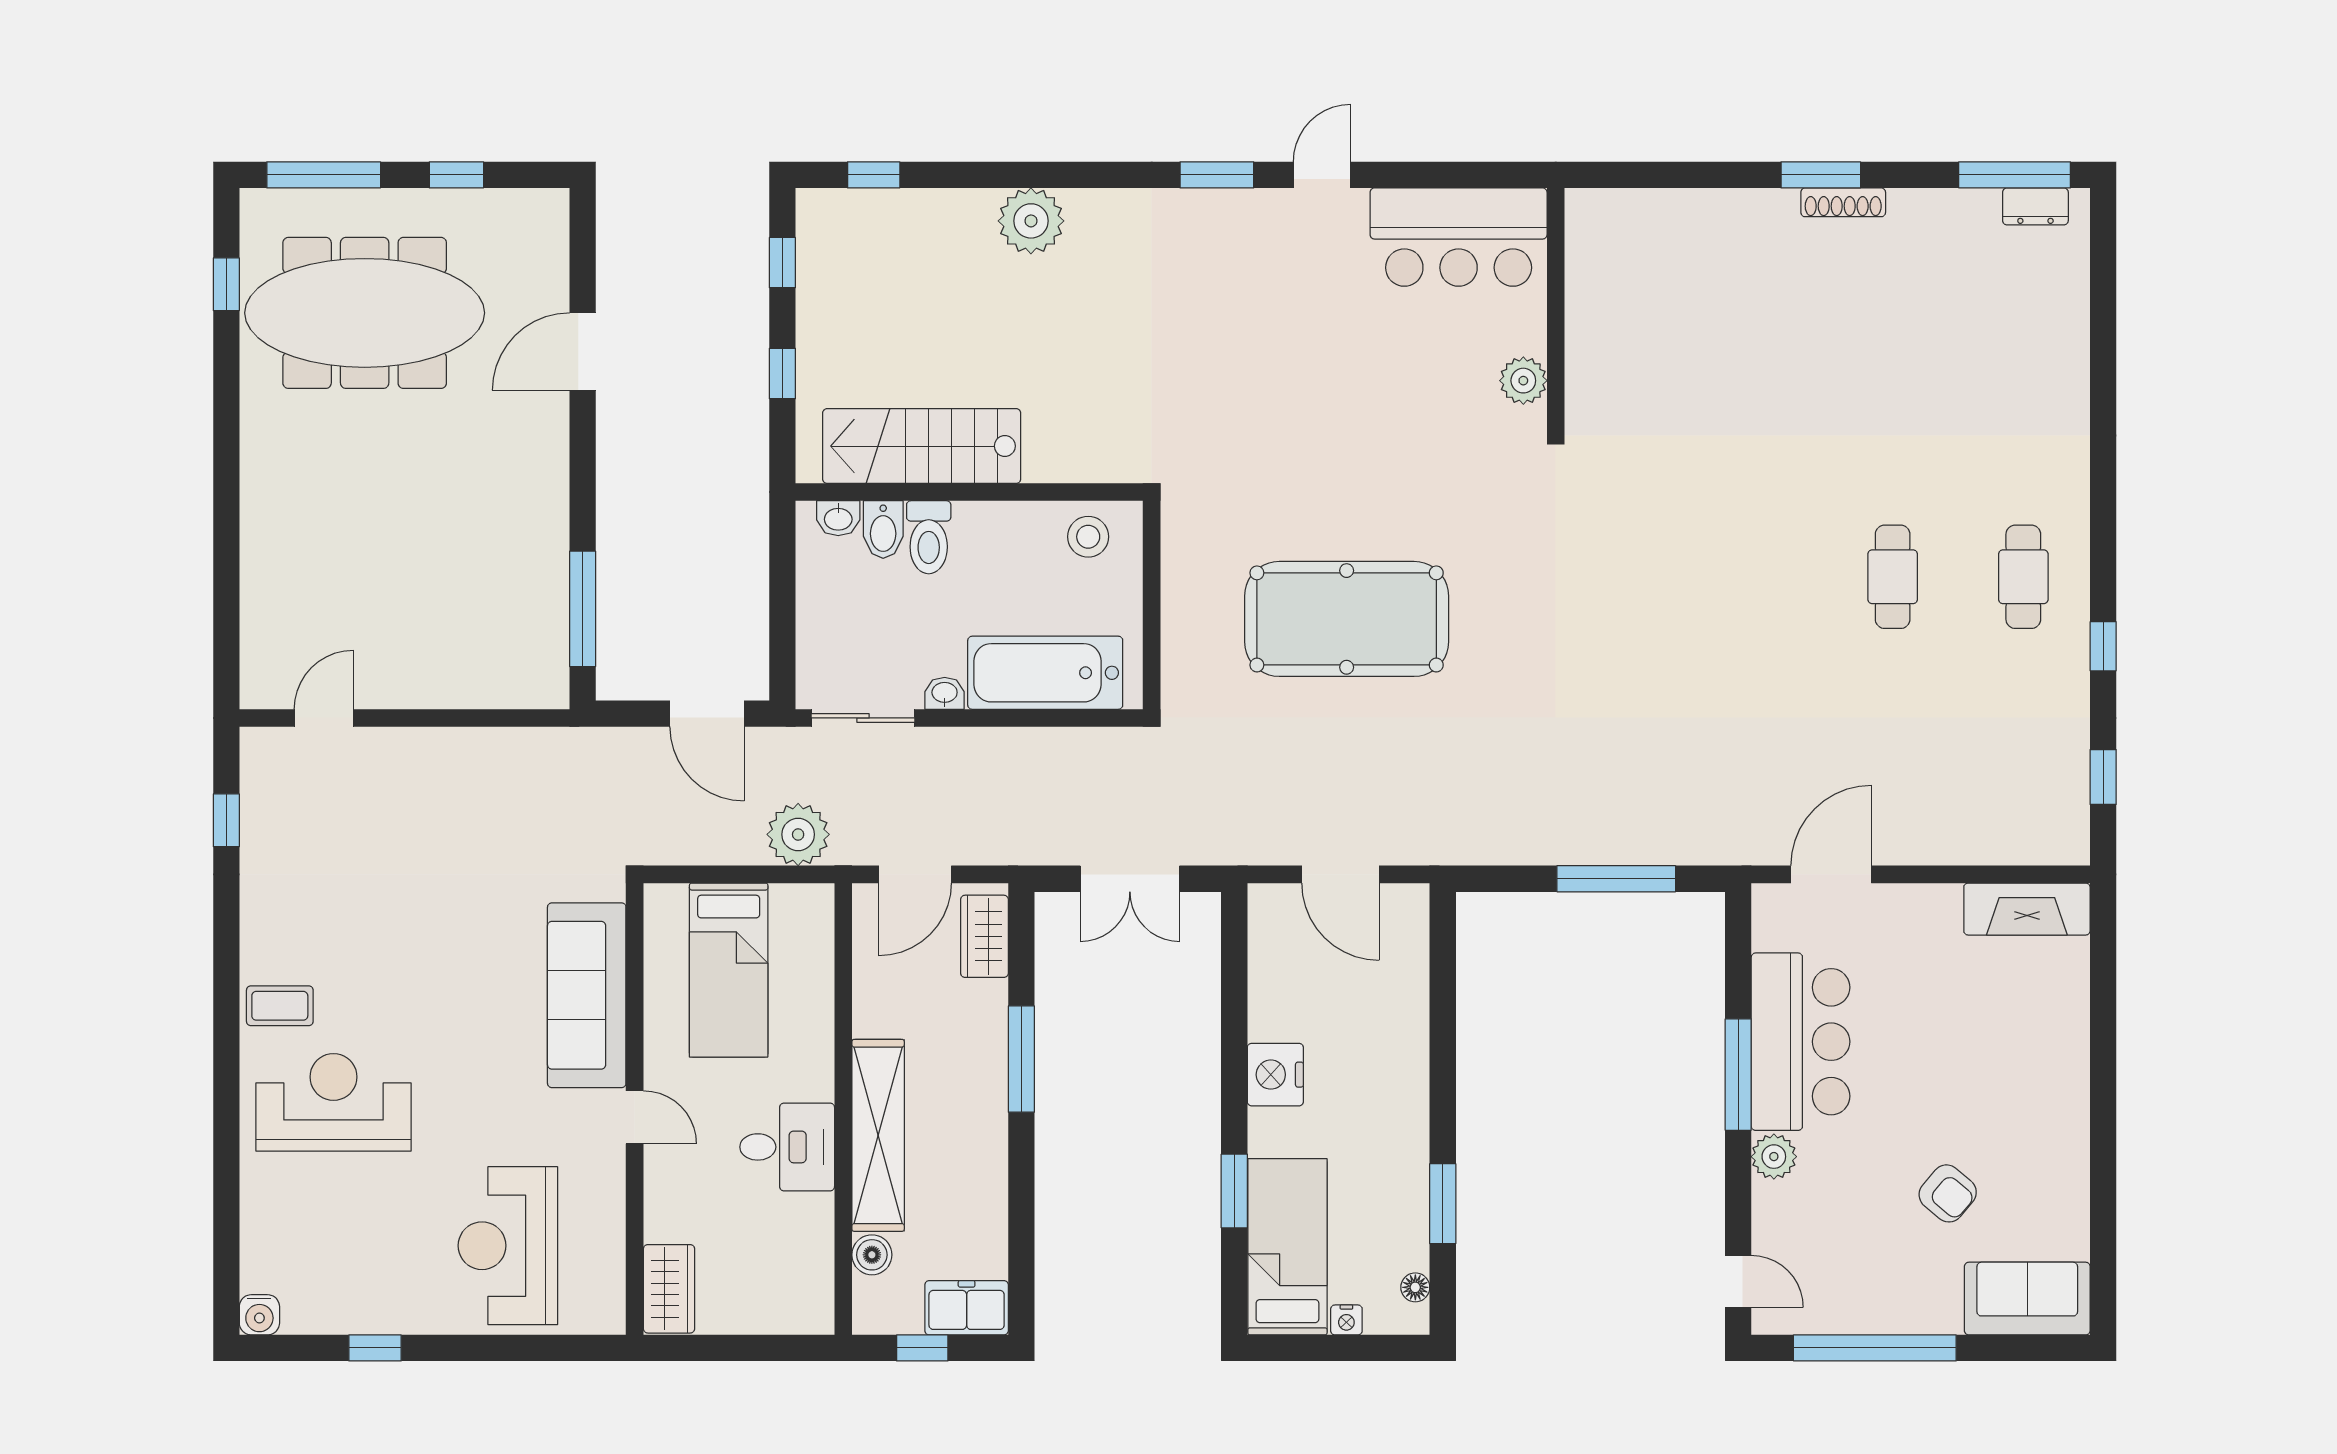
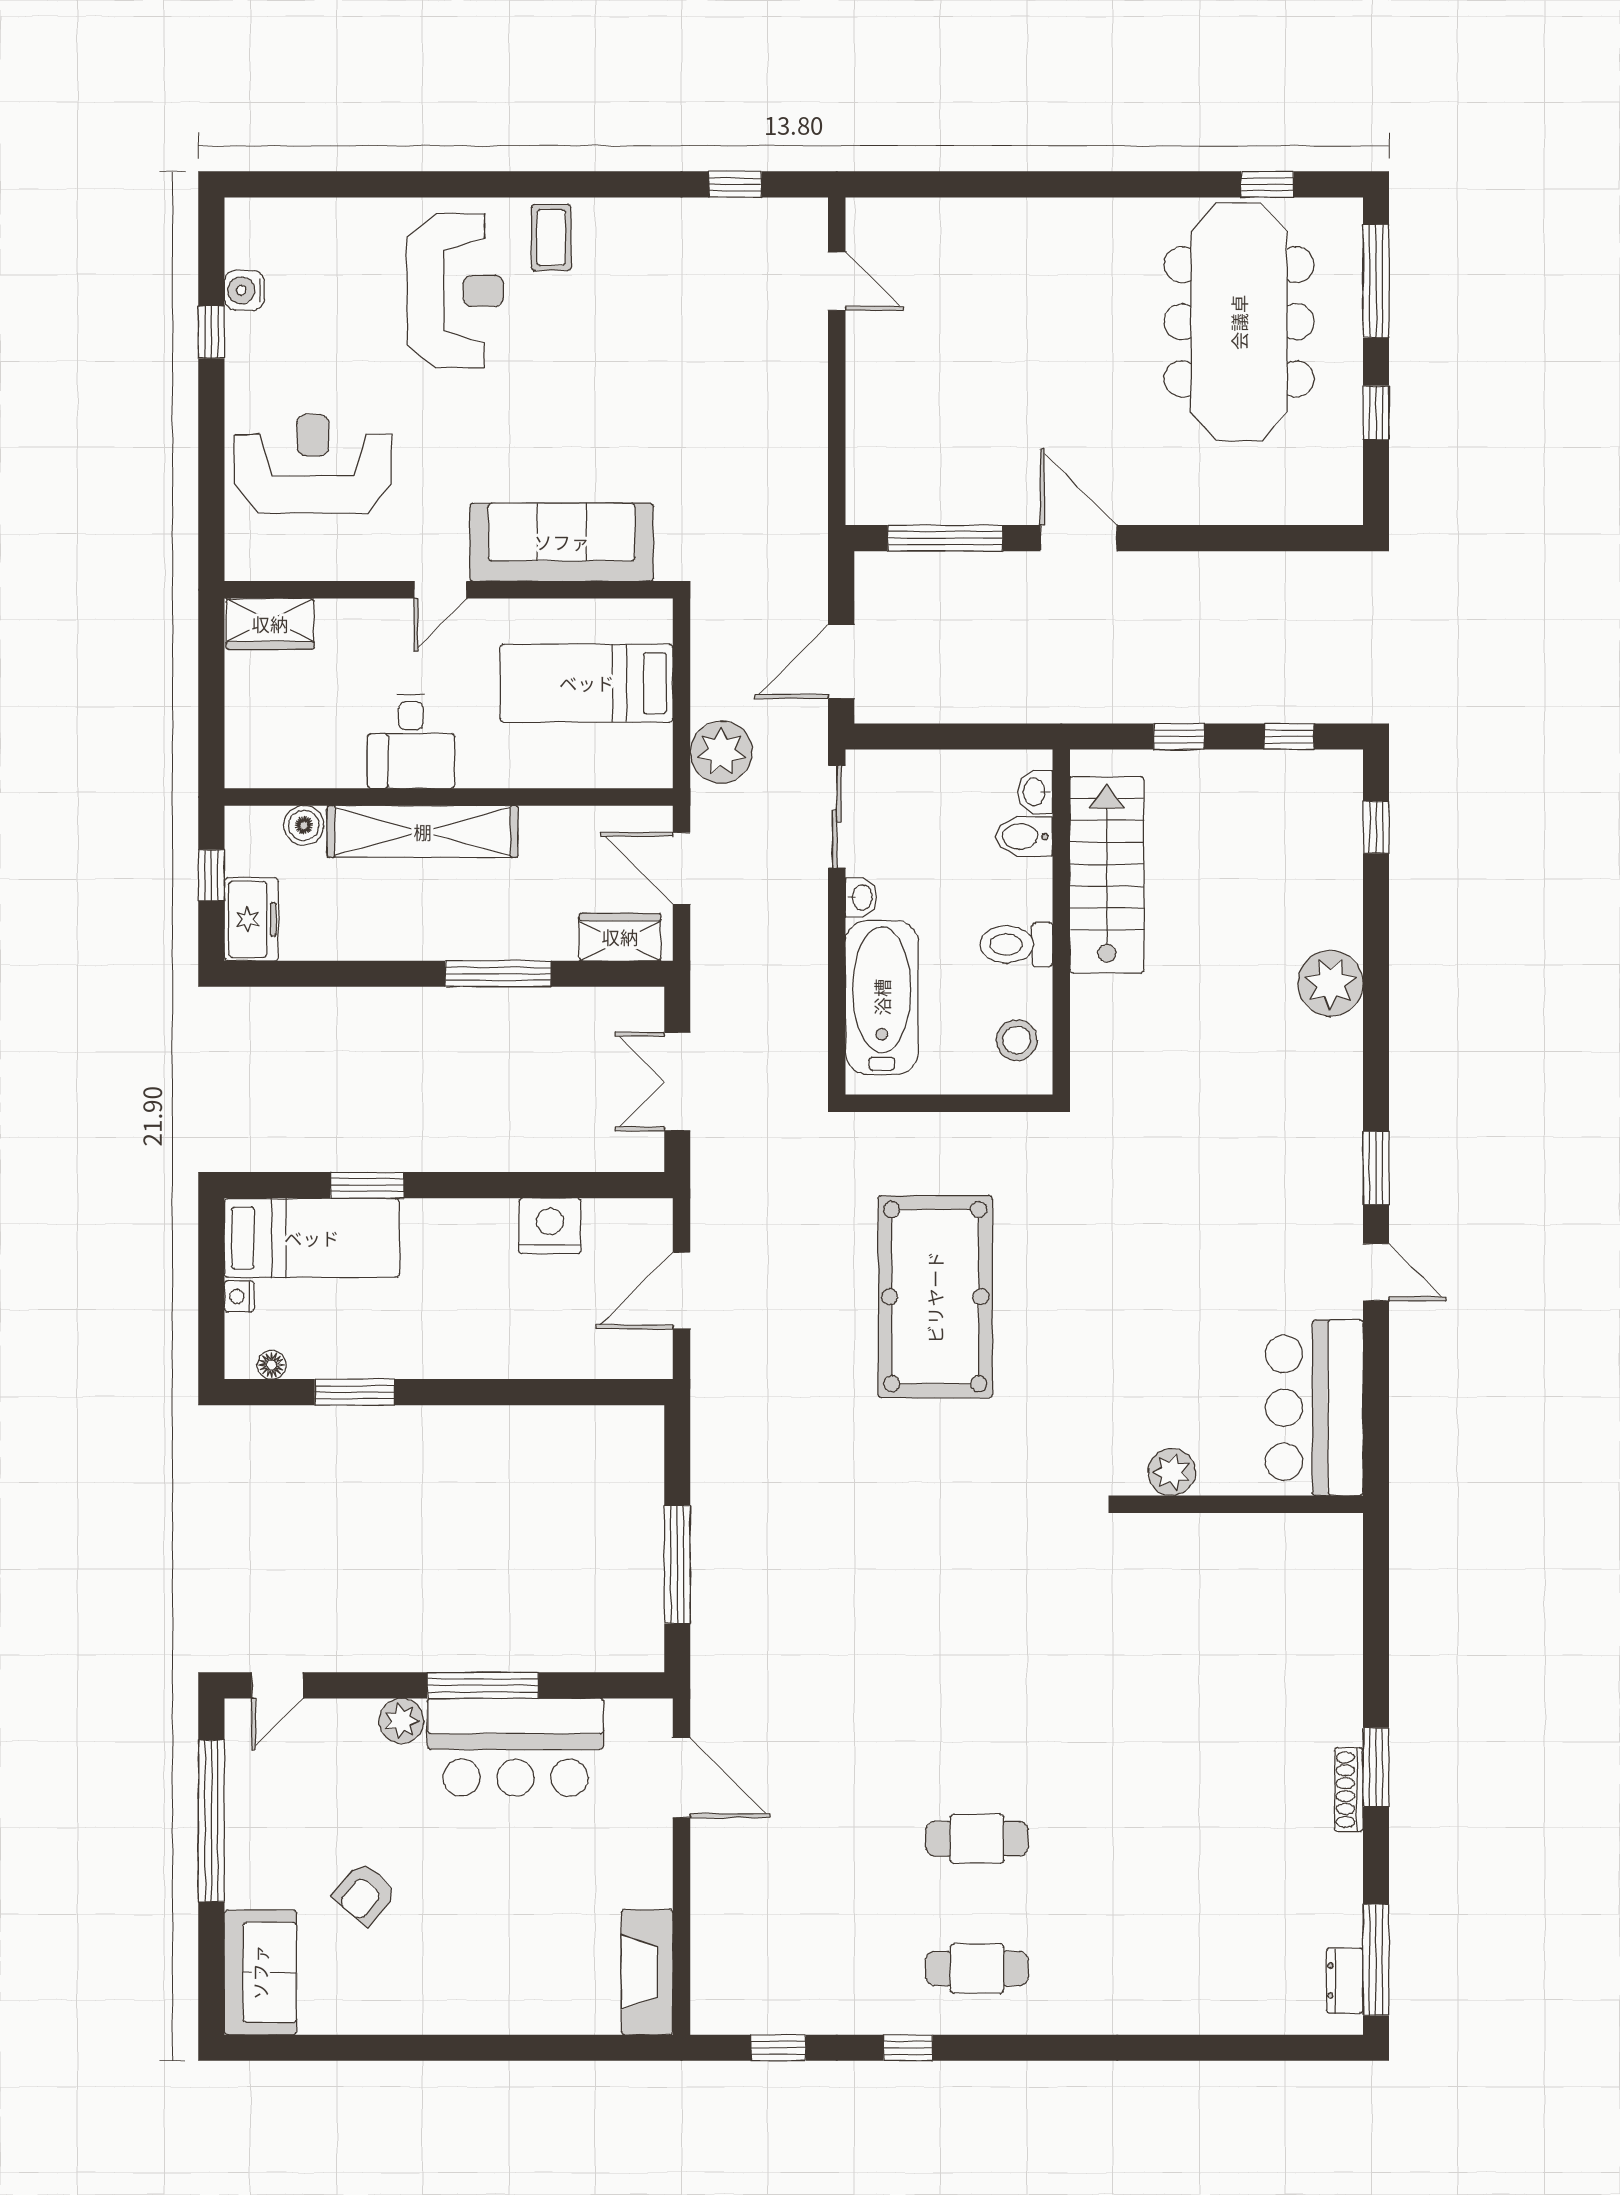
door: (583, 352) -> (1079, 538), moved
toilet: (929, 537) -> (1016, 945), moved
nightstand: (1275, 1075) -> (550, 1226), moved
water cooler: (259, 1315) -> (244, 290), moved

